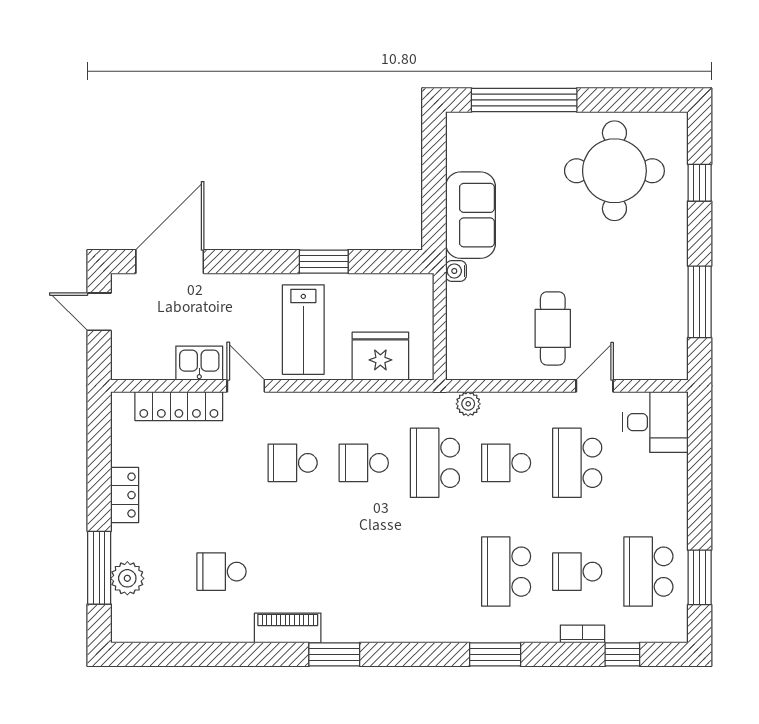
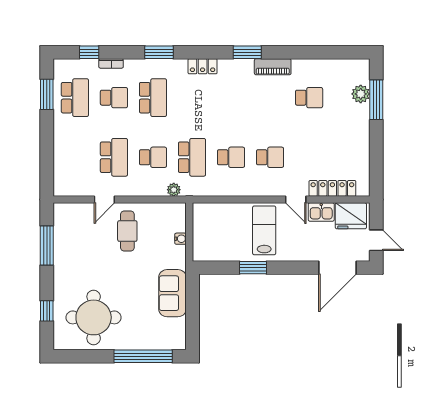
water cooler: (456, 271) -> (180, 239), moved
fridge: (380, 356) -> (351, 216), moved
desk: (655, 422) -> (71, 180), removed
locker: (125, 495) -> (203, 66), moved, turned -90

